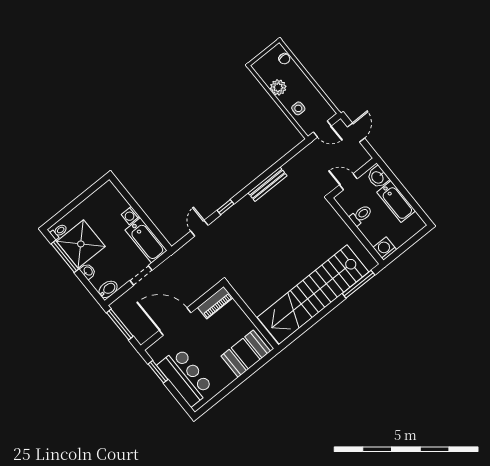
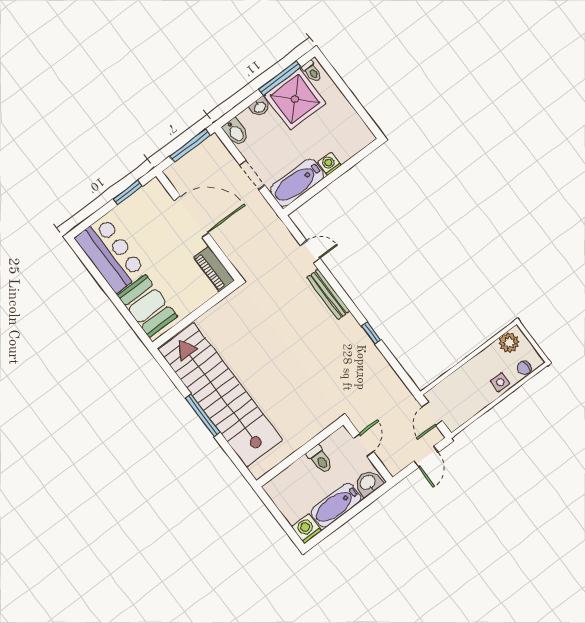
plant: (278, 87) -> (509, 343), moved
side table: (298, 108) -> (500, 382), moved
door: (356, 133) -> (426, 457), hinge flipped
bench: (268, 184) -> (328, 294), moved
window: (226, 207) -> (371, 333), moved
washing machine: (385, 248) -> (307, 529), moved, turned -90
window: (359, 284) -> (203, 415), moved
door: (175, 322) -> (191, 217), hinge flipped
bar counter: (185, 377) -> (110, 254), moved, turned -90

